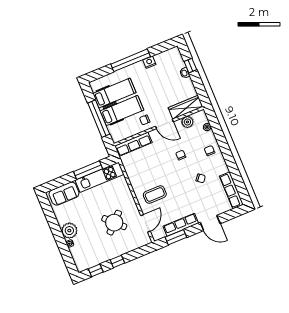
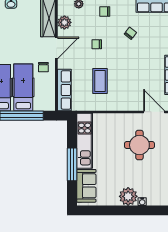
window: (88, 170) -> (72, 164), moved
coffee table: (155, 194) -> (100, 81), moved
round table: (114, 223) -> (139, 145), turned 45

